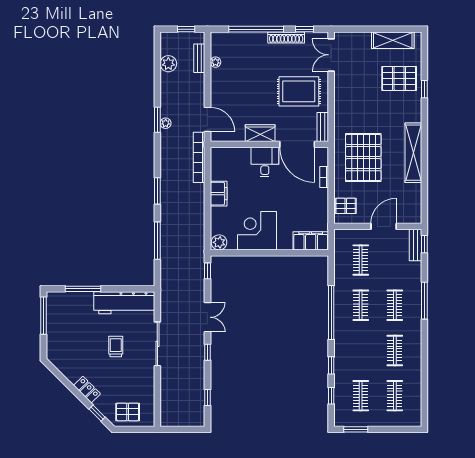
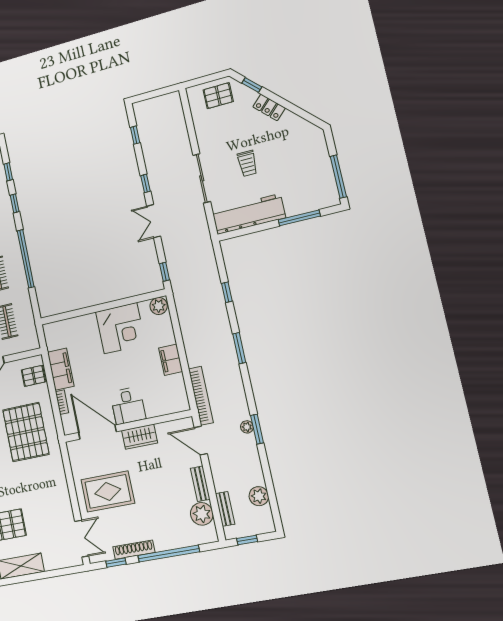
plant: (215, 62) -> (202, 514), width x1.88, depth x1.88
bench: (323, 127) -> (200, 484), moved
window: (157, 241) -> (227, 292), width x0.46
filing cabinet: (311, 241) -> (61, 369), moved, turned -90

